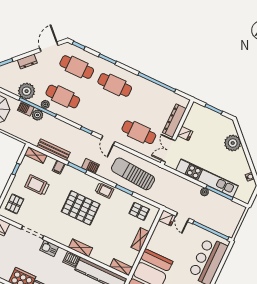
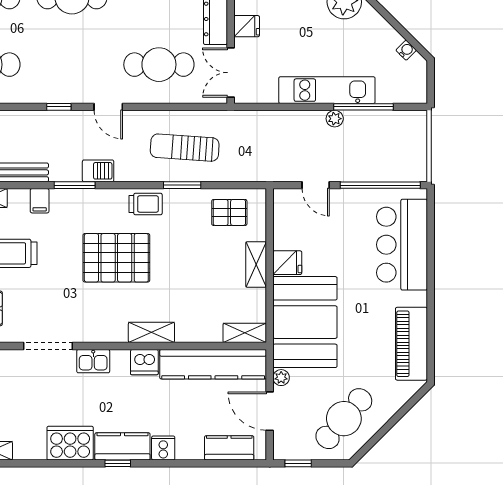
sun lounger: (133, 174) -> (185, 148), width x0.73, depth x0.75
kitchen unit: (207, 178) -> (327, 90), width x0.73
fridge: (167, 218) -> (287, 263), moved

